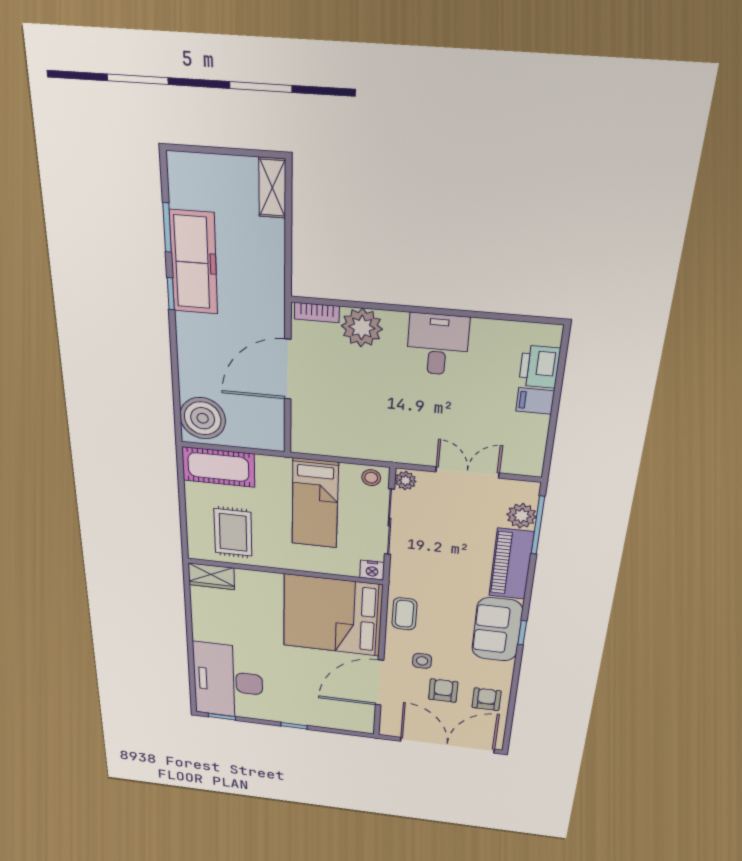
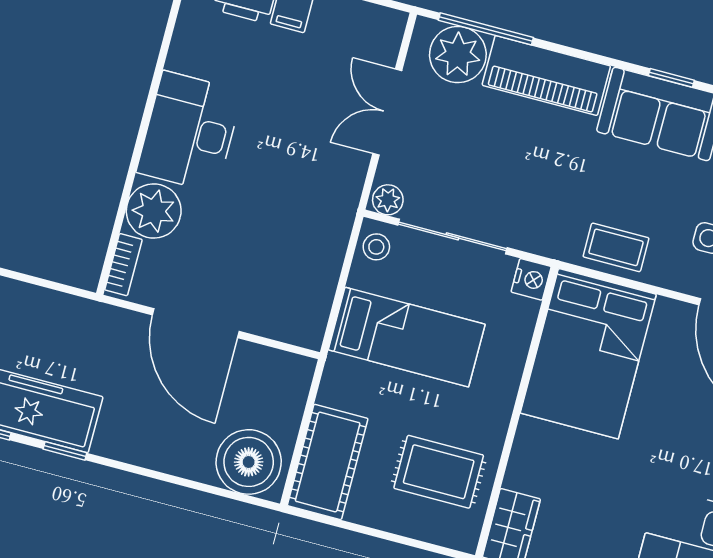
desk: (438, 344) -> (190, 132), width x1.37
plant: (522, 516) -> (458, 55), width x1.36, depth x1.36
bed: (332, 615) -> (588, 354), width x0.73

